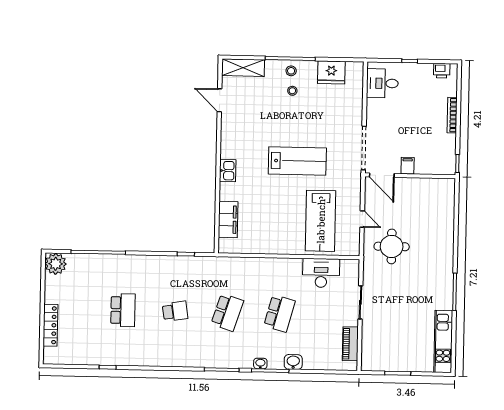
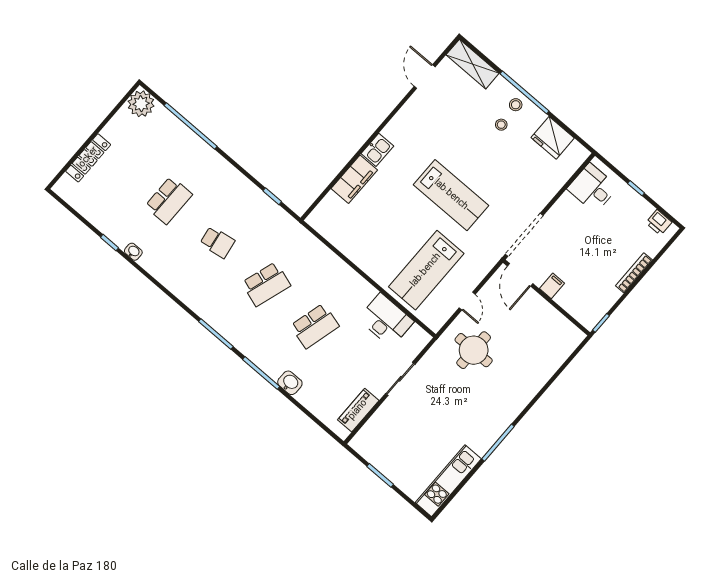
filing cabinet: (228, 220) -> (354, 179), moved
washbasin: (260, 363) -> (133, 252), moved

